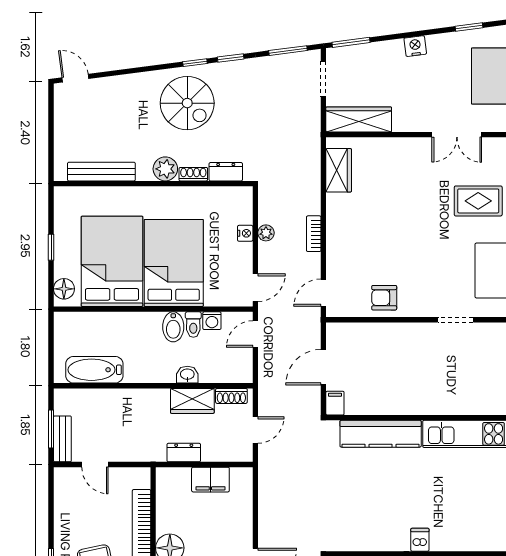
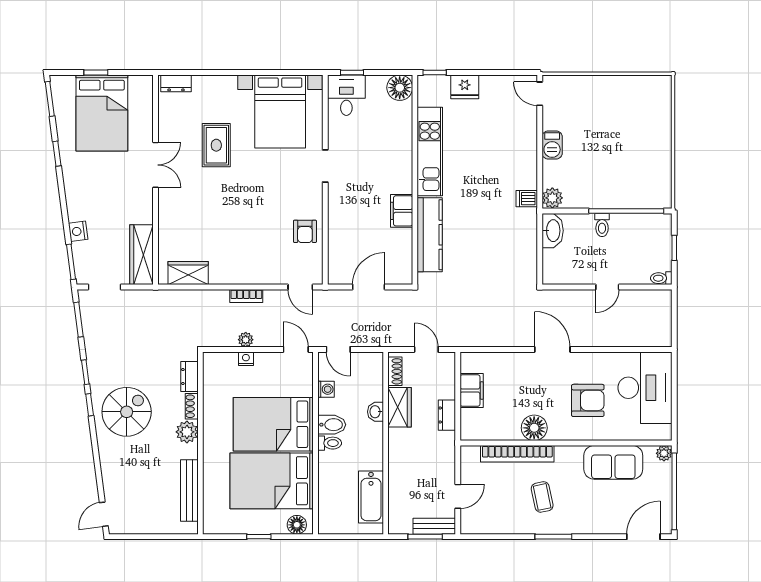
nightstand: (415, 46) -> (78, 231), moved
toilet: (193, 325) -> (330, 443), moved
door: (323, 367) -> (369, 287), swing flipped
filing cabinet: (335, 403) -> (402, 211), moved, width x2.00

